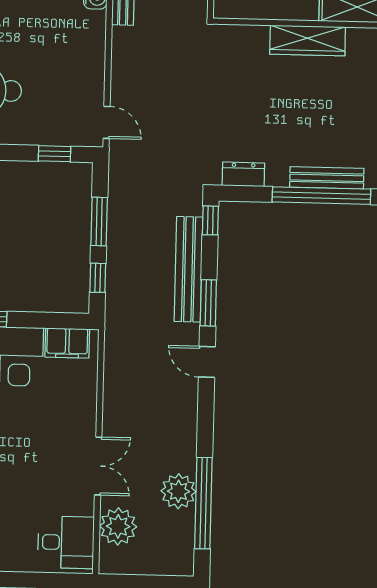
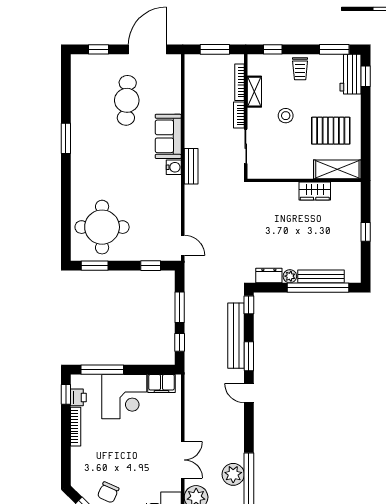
wardrobe: (308, 41) -> (315, 191), width x0.67
plant: (277, 176) -> (290, 276), added

